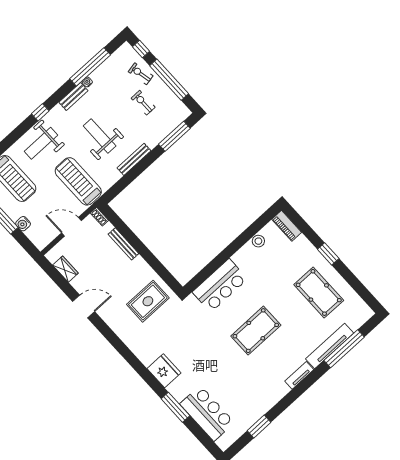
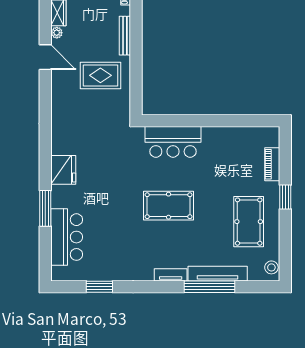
piano: (287, 226) -> (272, 164), moved
stool: (258, 241) -> (271, 267), moved
plant: (76, 283) -> (57, 33), added
rug: (148, 301) -> (100, 75), moved
window: (344, 349) -> (209, 287), moved

